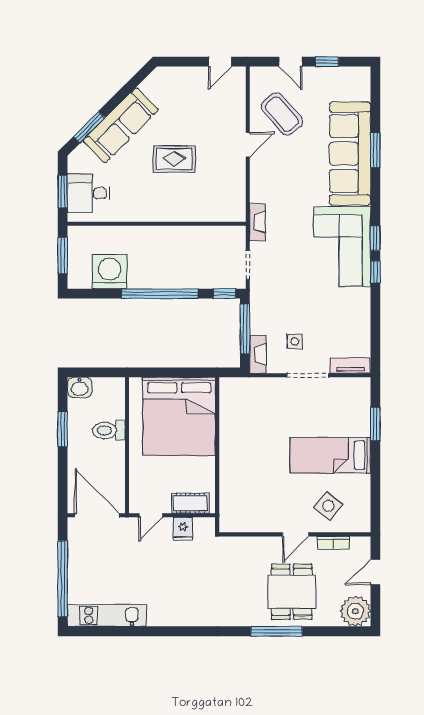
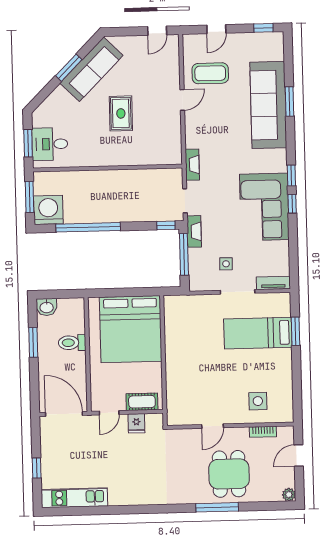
door: (291, 62) -> (216, 29), hinge flipped
window: (327, 62) -> (263, 28), moved
coffee table: (282, 114) -> (210, 73), turned -49
sofa: (121, 125) -> (91, 69), moved
window: (89, 127) -> (69, 68), moved
rug: (174, 159) -> (121, 113), turned 90
corner sofa: (342, 247) -> (264, 207), moved
washing machine: (110, 272) -> (48, 210), moved
window: (160, 294) -> (88, 227), moved
fireplace: (258, 354) -> (194, 231), moved
bed: (330, 455) -> (258, 333), moved
side table: (328, 506) -> (258, 401), turned -38
door: (296, 534) -> (212, 426), moved
window: (63, 579) -> (37, 468), width x0.32
plant: (355, 611) -> (289, 495), width x0.53, depth x0.53

